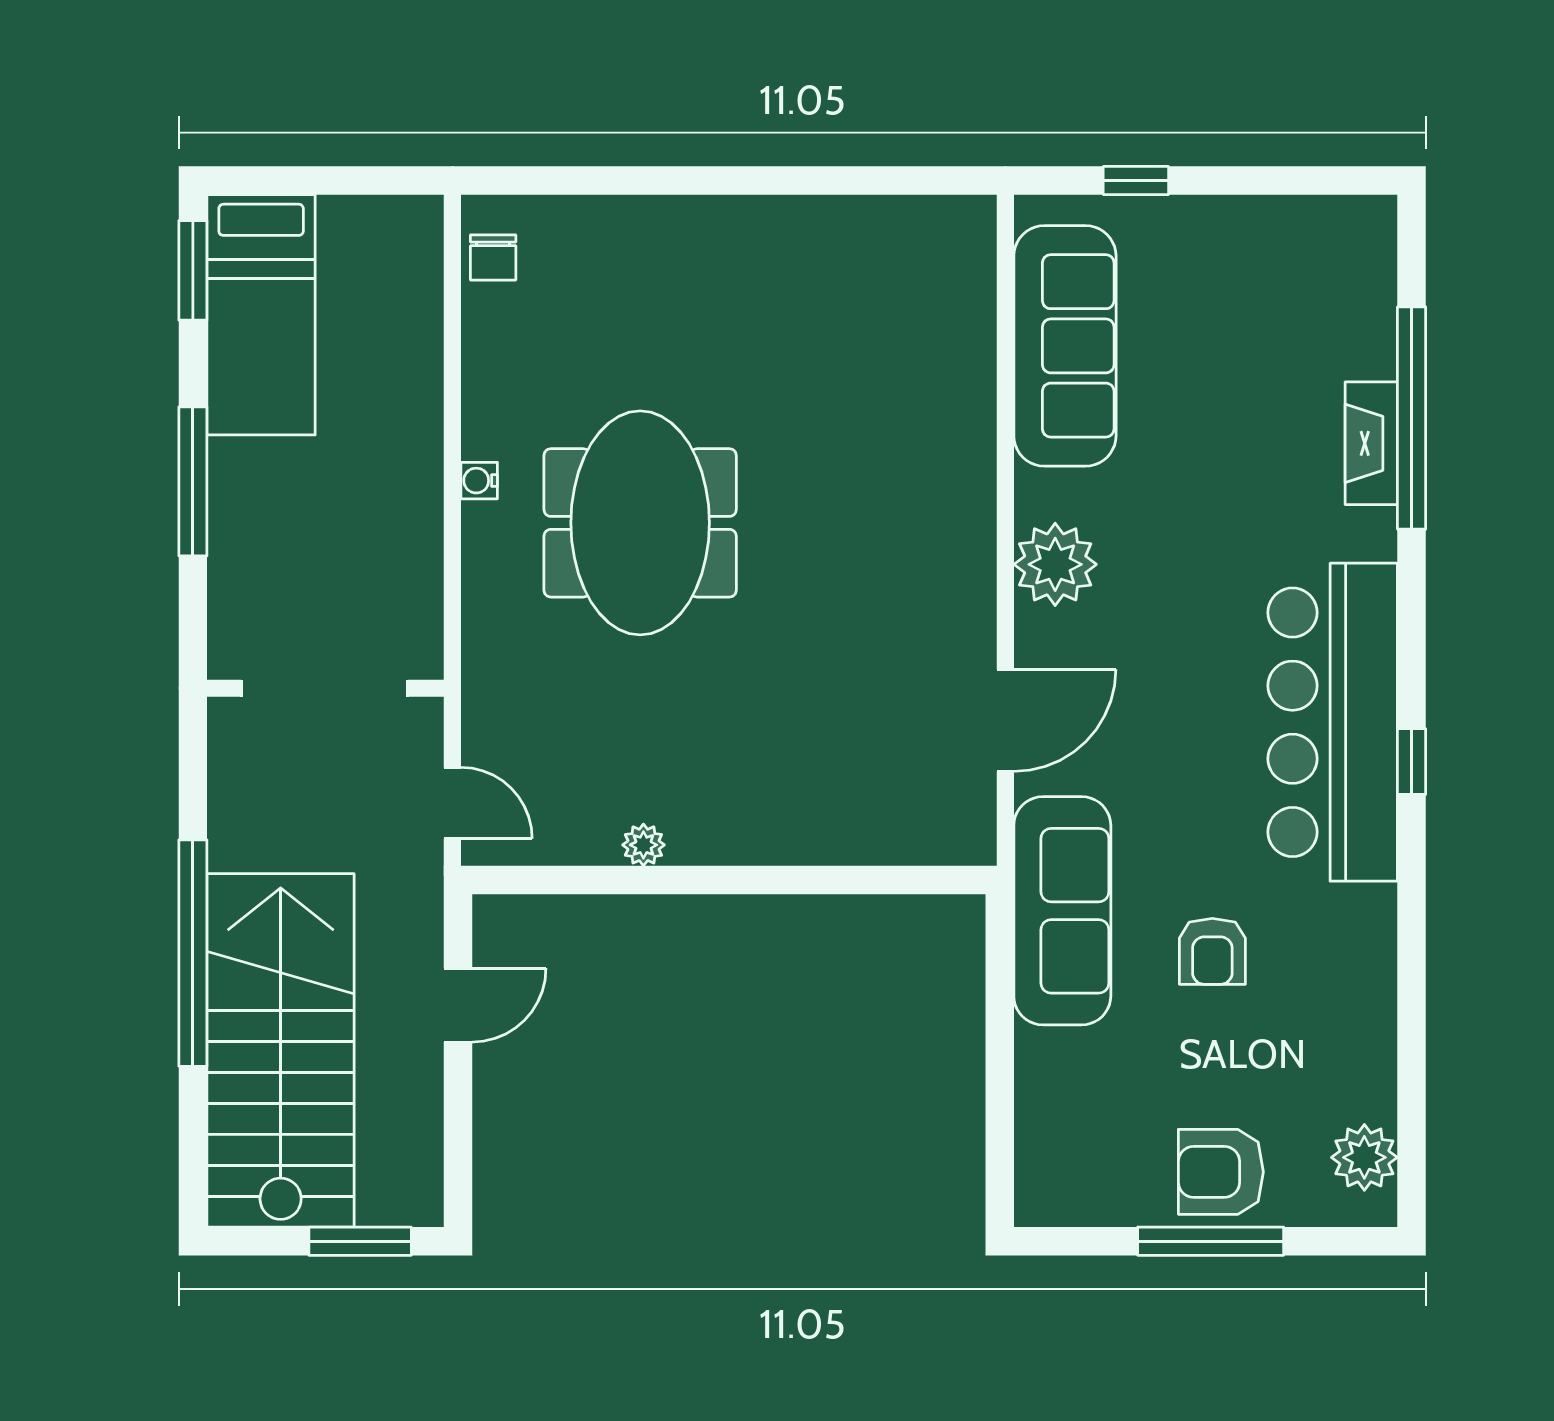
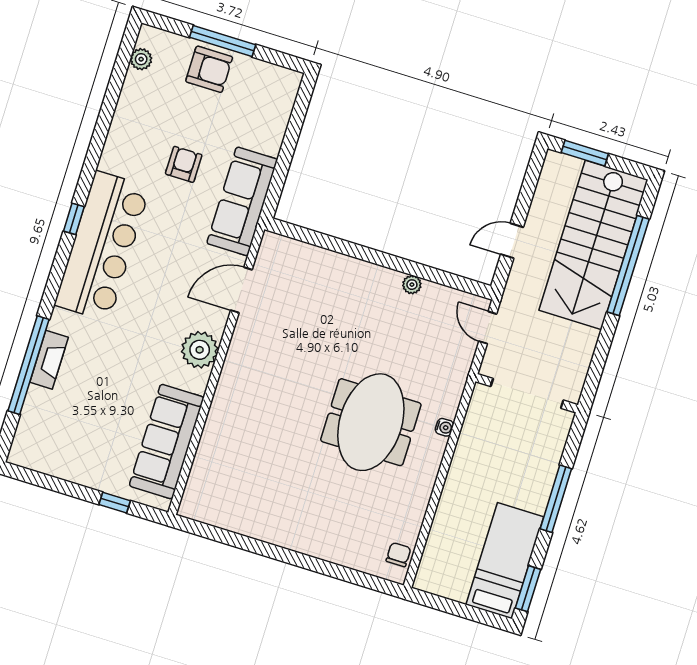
water cooler: (479, 481) -> (444, 427), moved
window: (193, 953) -> (628, 265), moved
plant: (1364, 1157) -> (141, 59), width x0.73, depth x0.73

